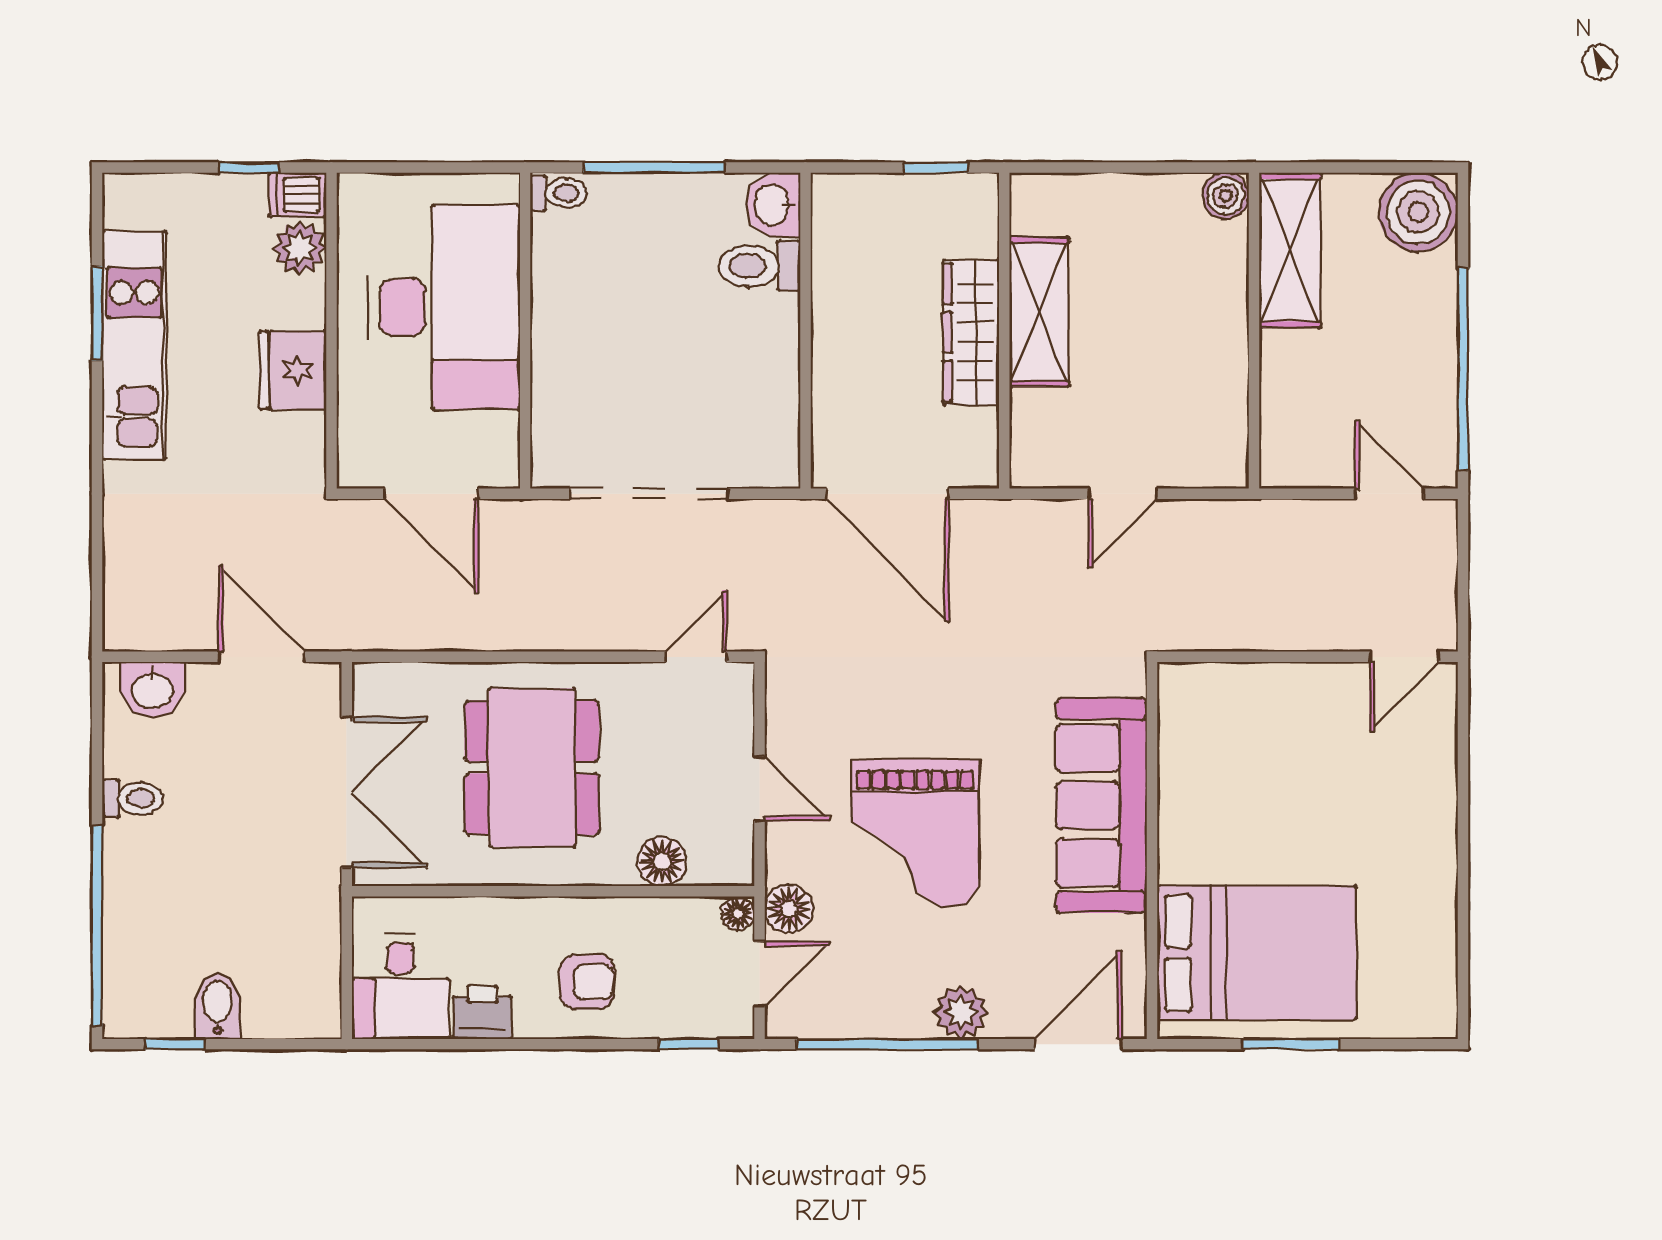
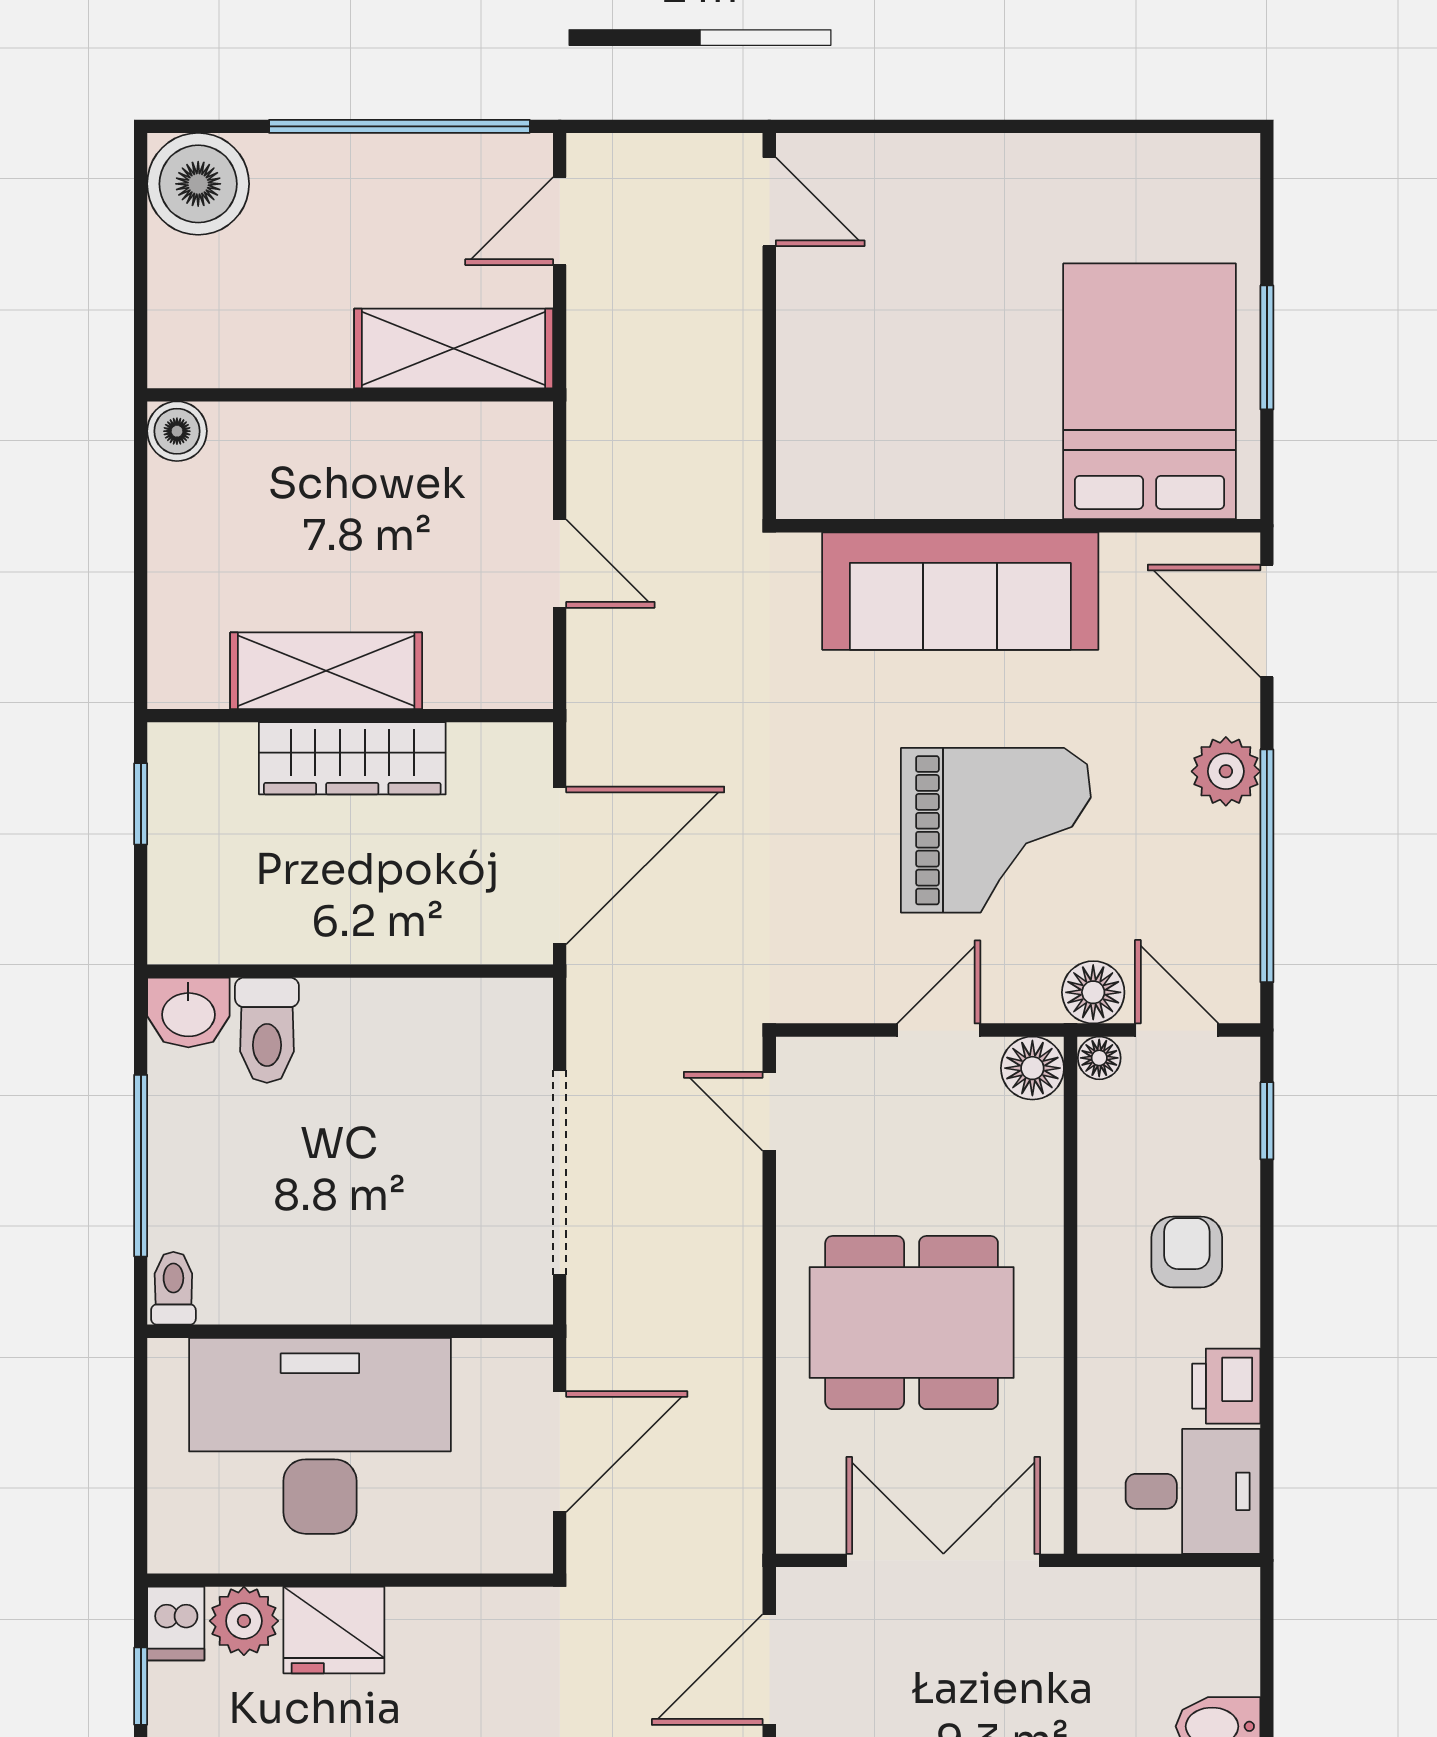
shelving: (1290, 250) -> (454, 348), moved
fridge: (293, 370) -> (334, 1630), moved
floor lamp: (662, 862) -> (1032, 1068), moved

